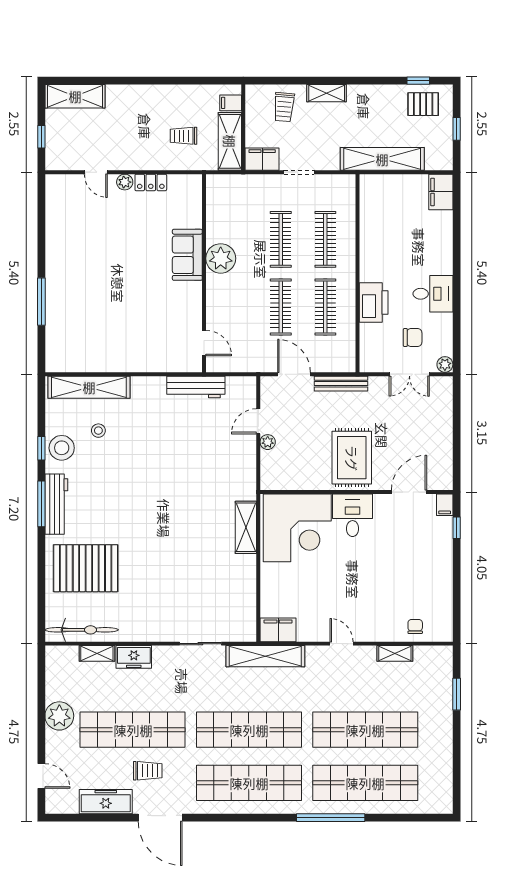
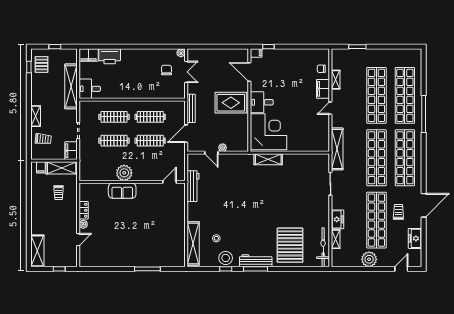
desk: (433, 294) -> (90, 89), moved, turned -90
printer: (374, 303) -> (110, 56), moved, turned 180
filing cabinet: (278, 630) -> (323, 89), moved
freezer: (106, 802) -> (415, 238), width x0.71

